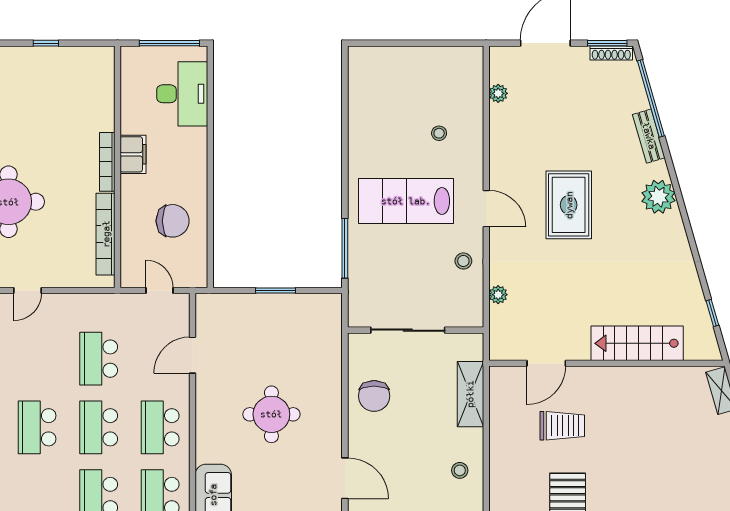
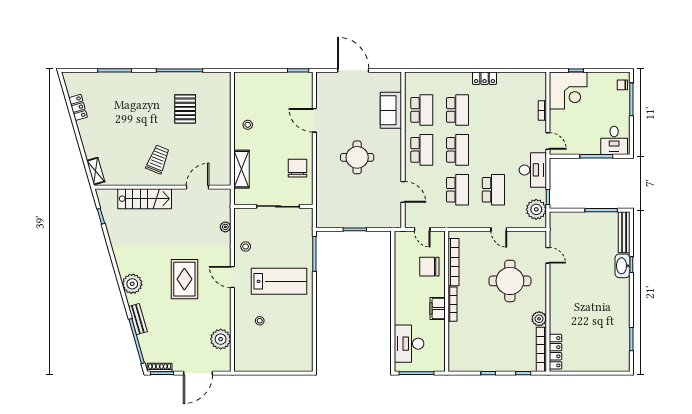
plant: (498, 93) -> (221, 339), width x1.87, depth x1.87
chair: (173, 221) -> (429, 267), moved
door: (28, 290) -> (499, 229), swing flipped
door: (193, 355) -> (403, 192), hinge flipped
trolley: (562, 426) -> (158, 159), moved, turned 112
school desk: (37, 427) -> (493, 190), moved

